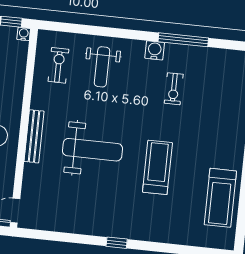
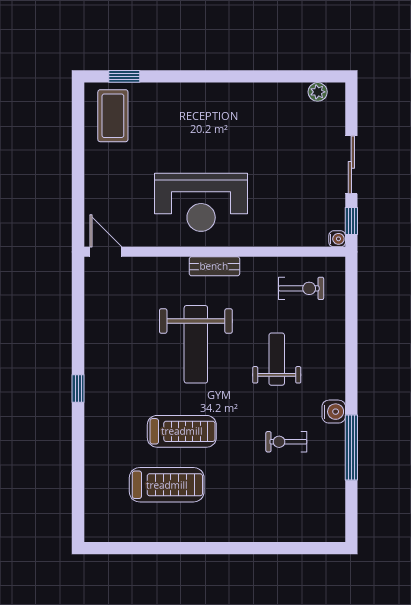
weight bench: (102, 67) -> (277, 359), moved, turned 90
bench: (34, 136) -> (214, 266), width x0.73
treadmill: (220, 198) -> (167, 485), moved, turned 180

